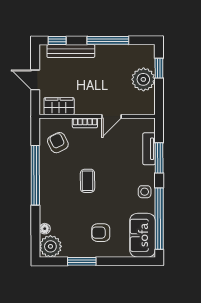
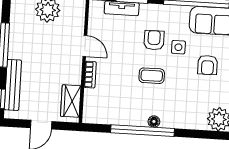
armchair: (58, 143) -> (154, 40), moved, turned 116
side table: (145, 192) -> (178, 47), moved
floor lamp: (45, 229) -> (154, 121), moved

